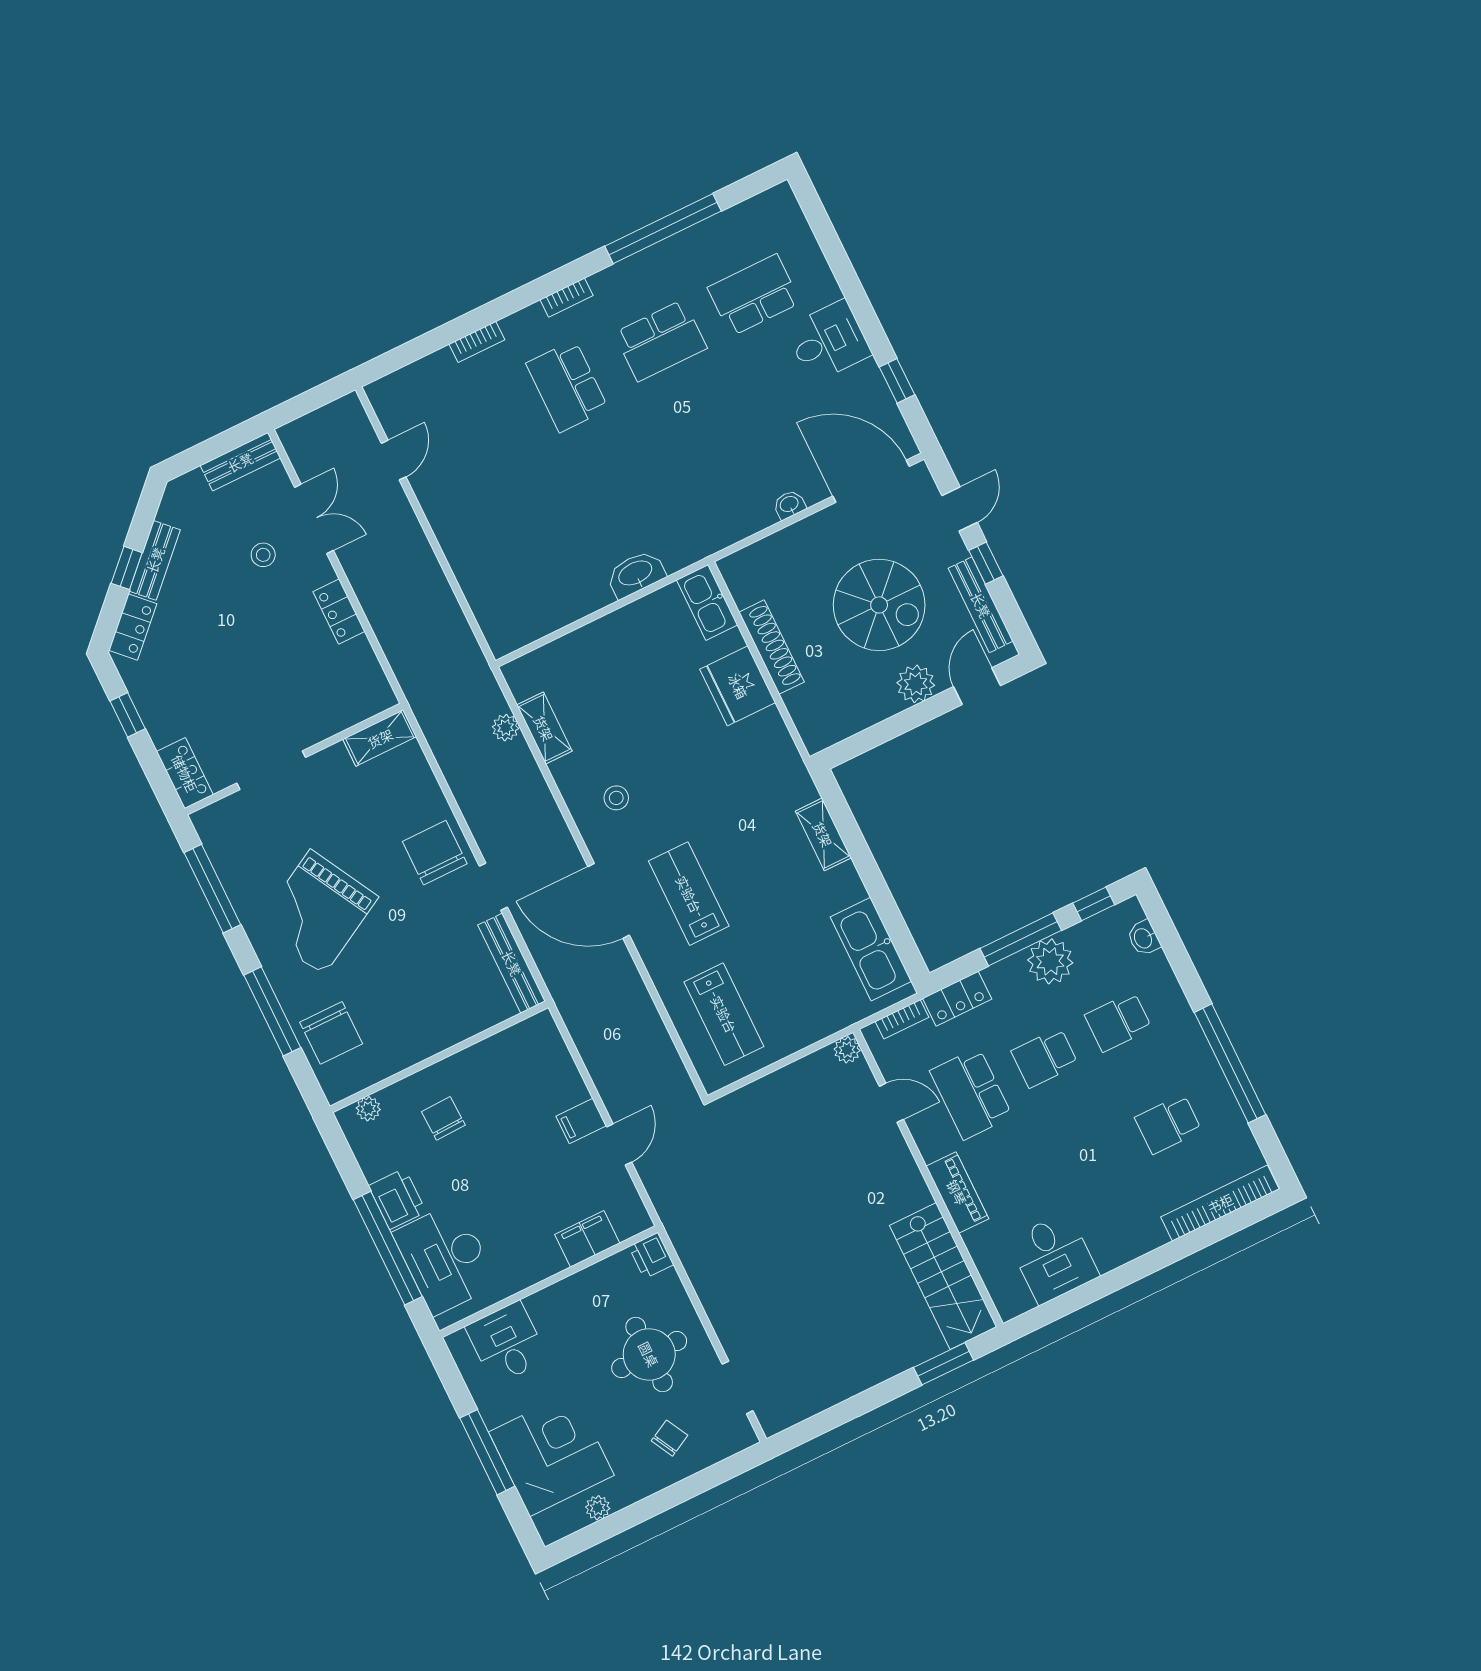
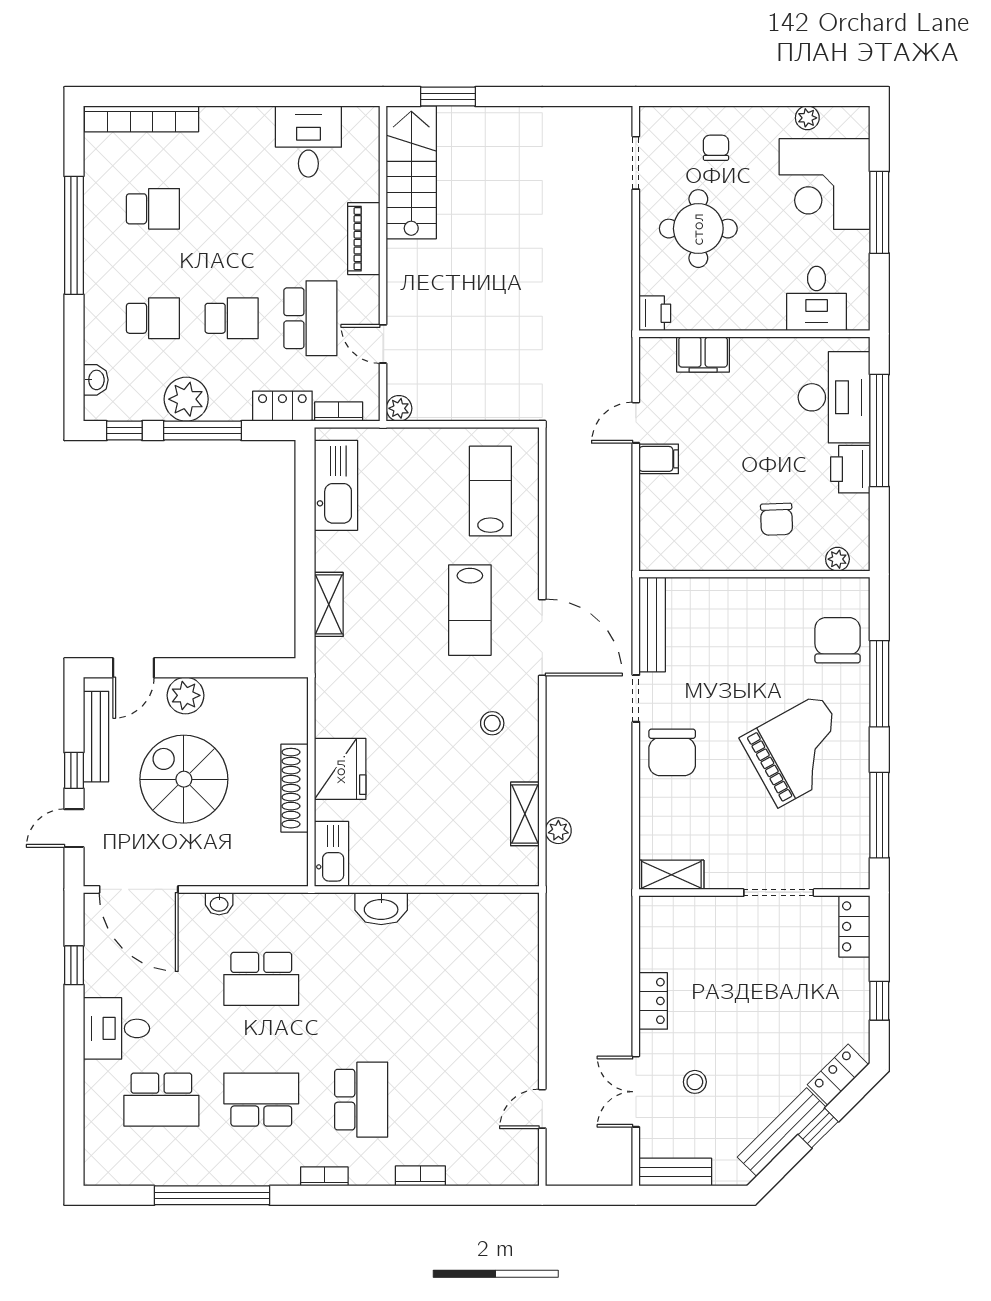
school desk: (716, 454) -> (261, 979), added
bench: (155, 560) -> (782, 1132), width x1.36
chair: (669, 1438) -> (716, 148), turned 118

